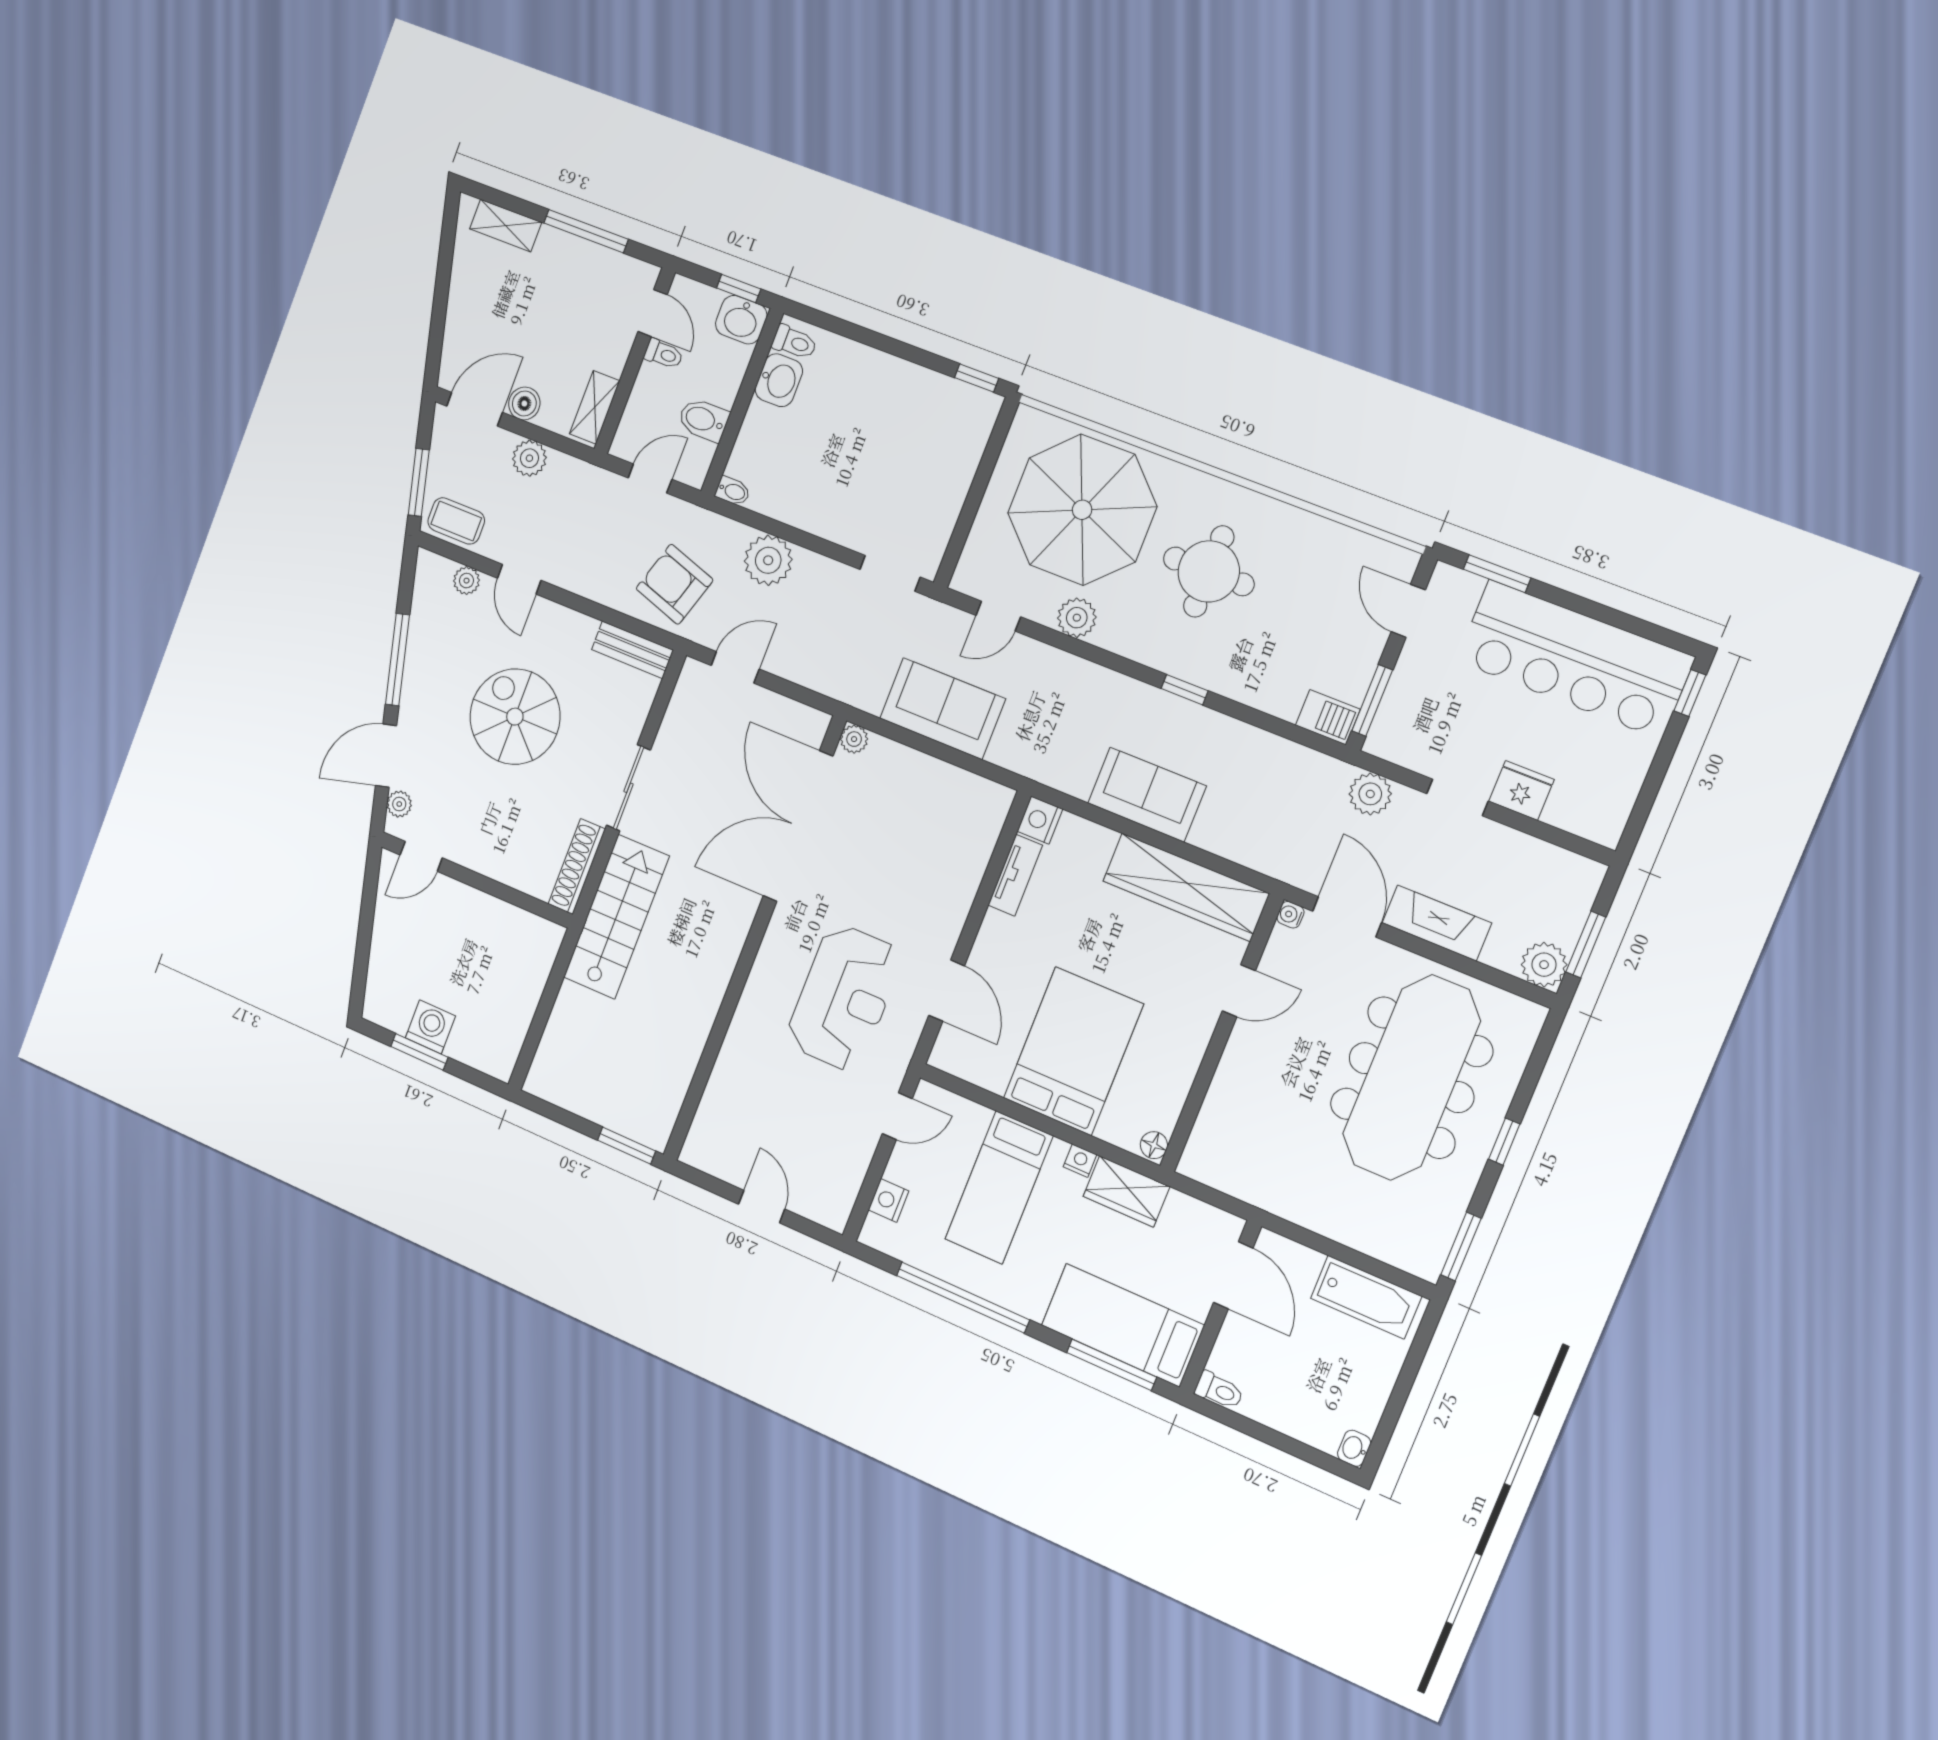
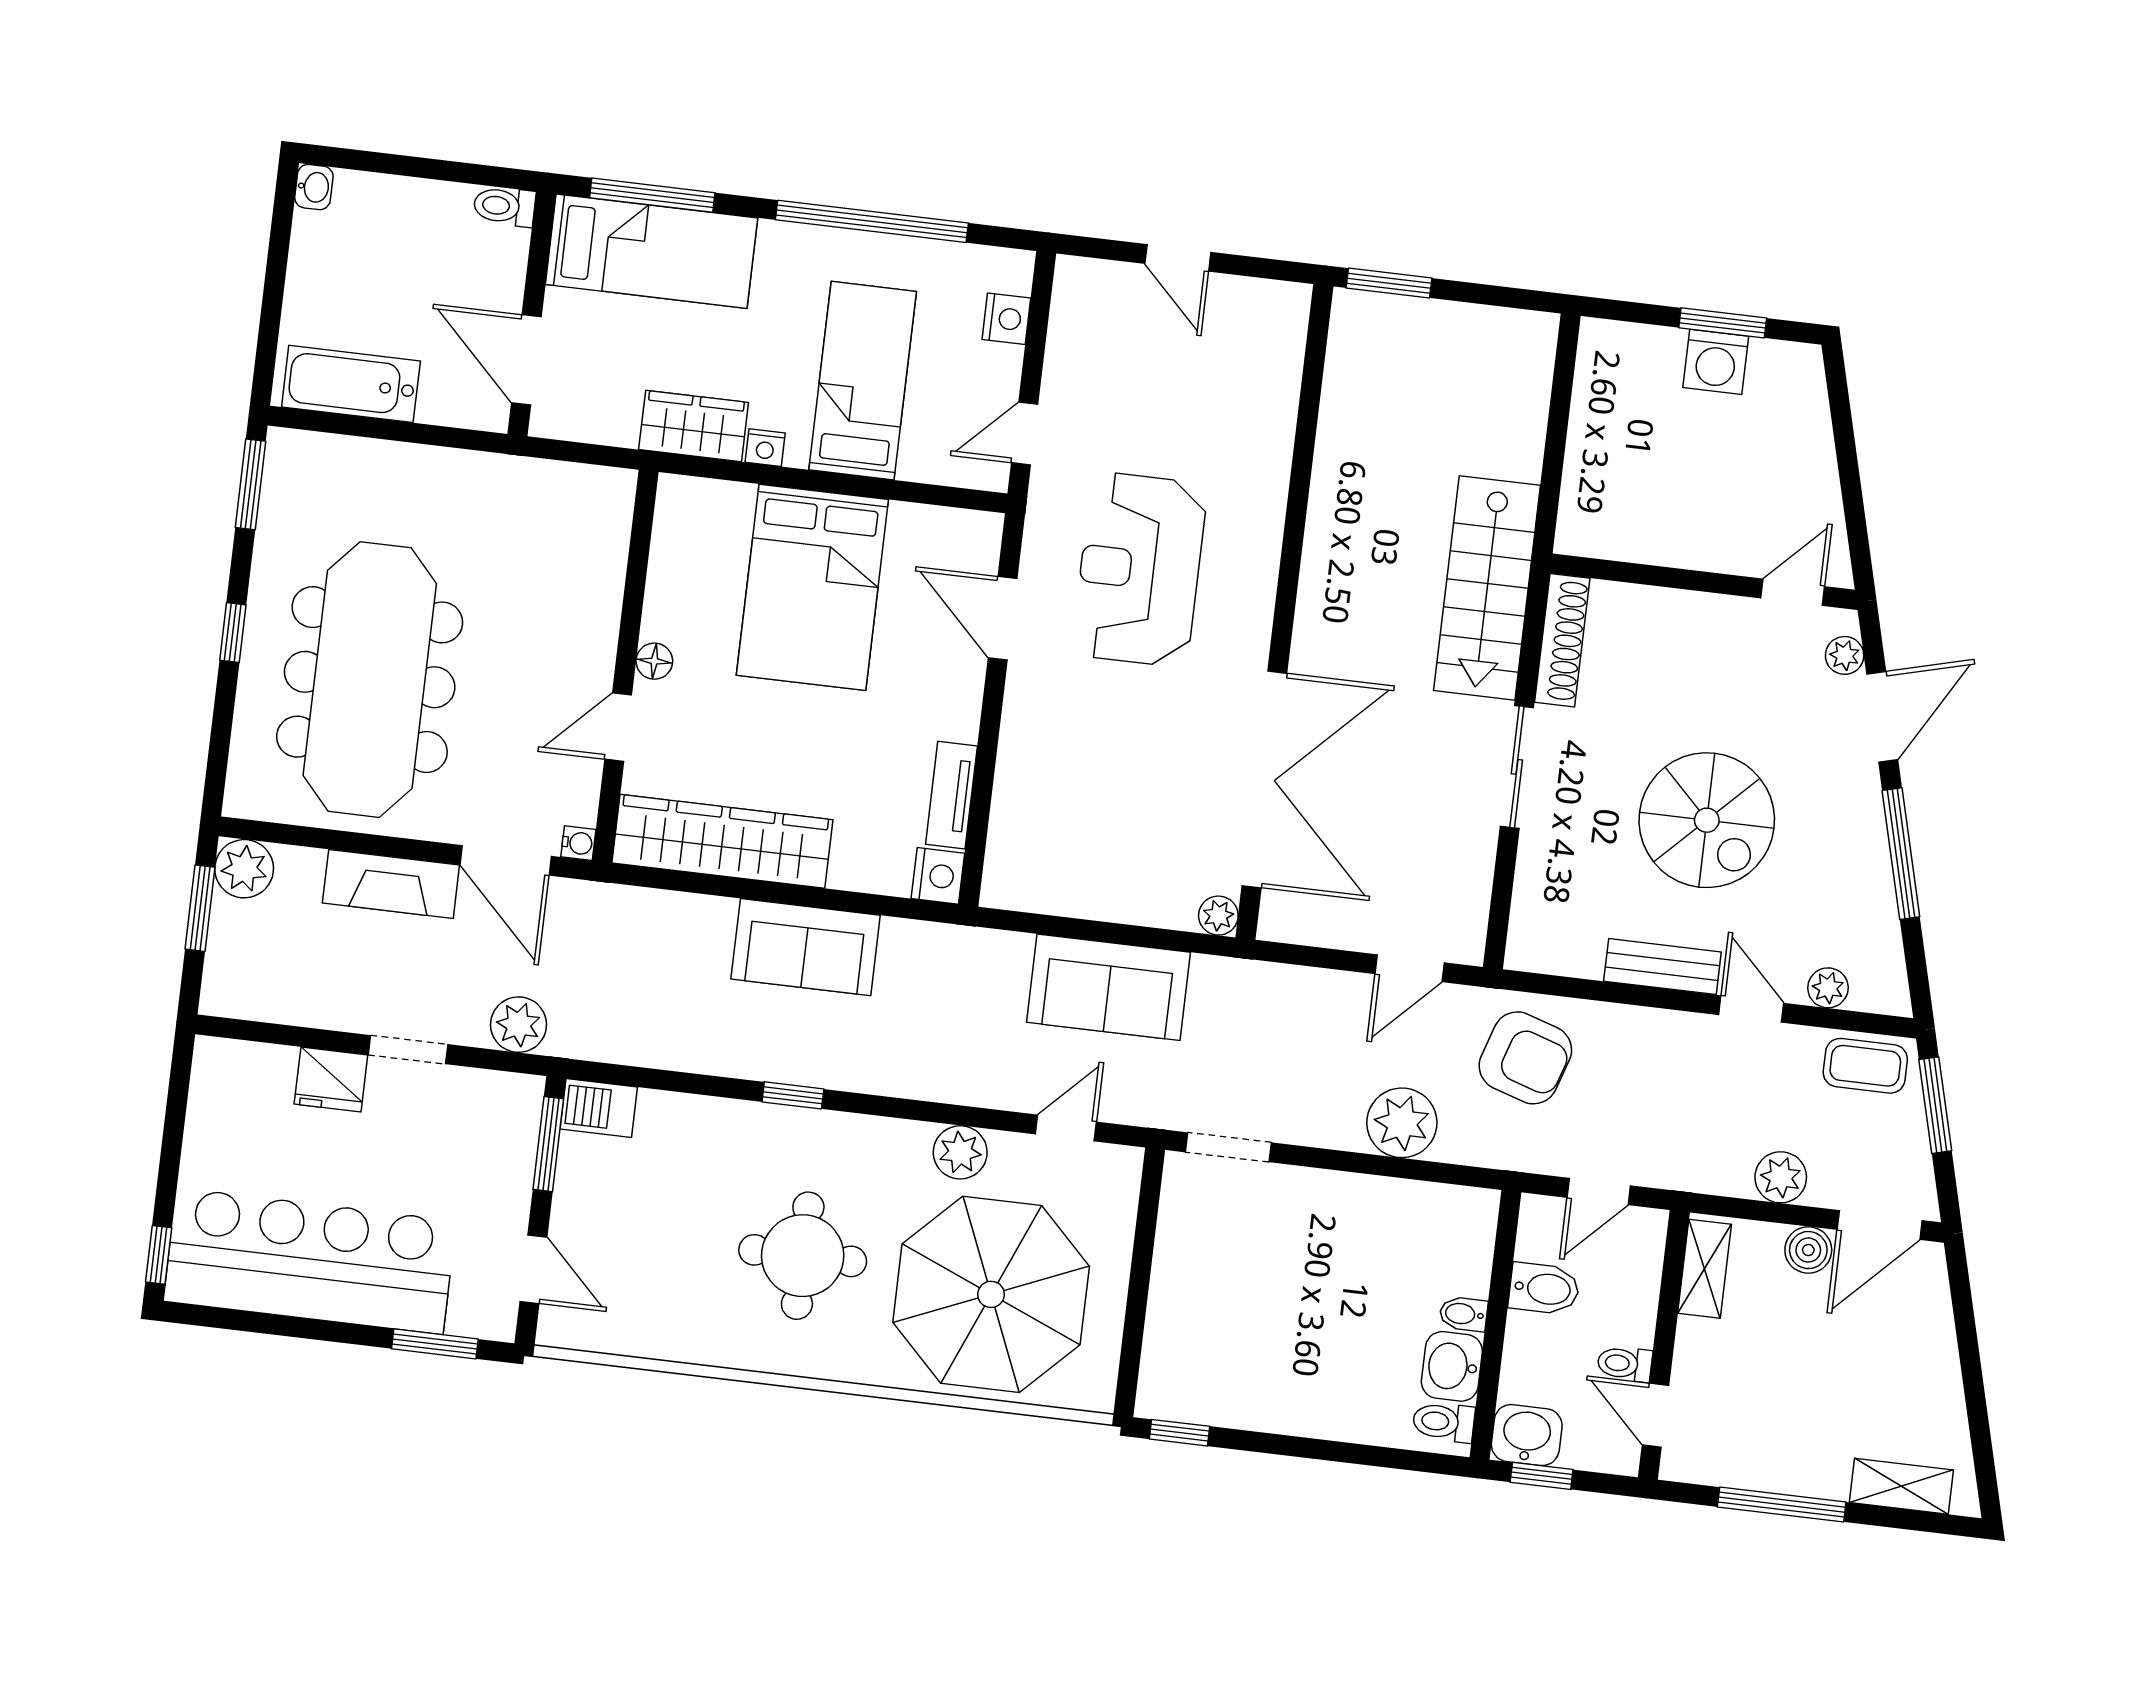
bidet: (733, 491) -> (1463, 1314), moved
bench: (632, 650) -> (1662, 967), moved
floor lamp: (1154, 1145) -> (654, 661), moved

